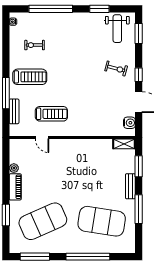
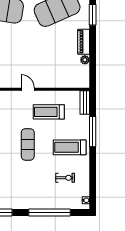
exercise mat: (73, 80) -> (28, 144), added
bench: (14, 111) -> (85, 102), moved
door: (42, 137) -> (28, 89), moved

